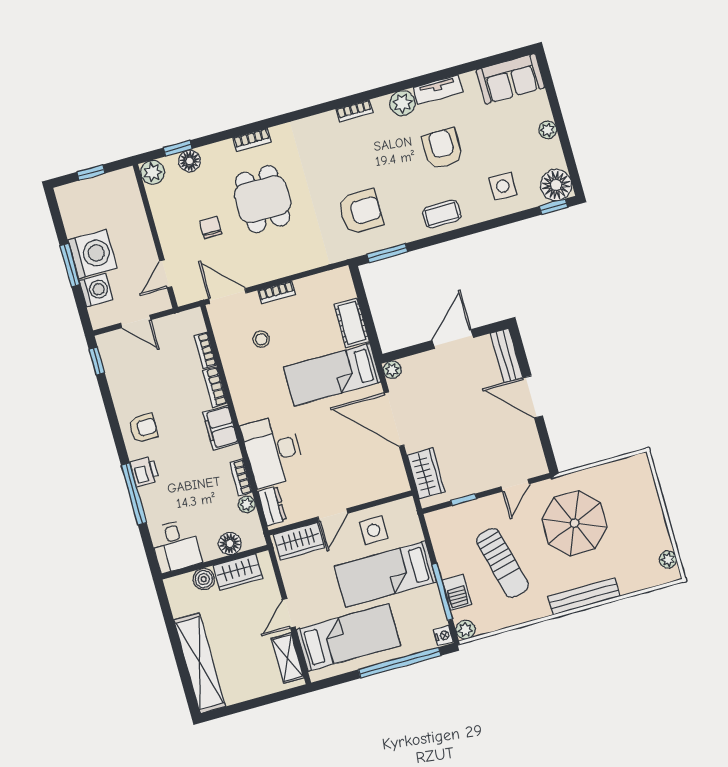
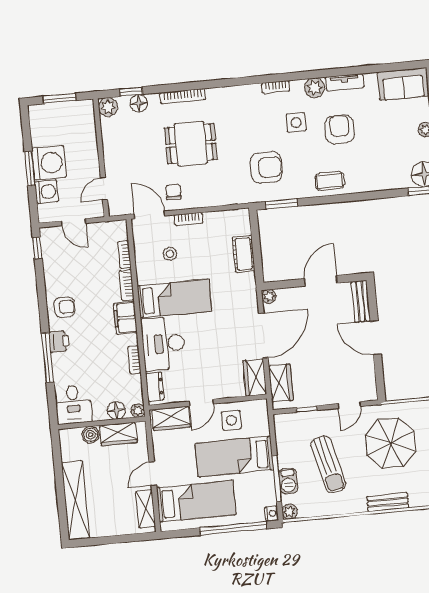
bookcase: (252, 140) -> (183, 96), width x1.56
window: (91, 173) -> (59, 98), width x1.50
side table: (503, 186) -> (296, 123), moved
dining table: (263, 199) -> (191, 144), turned 90
chair: (211, 227) -> (173, 192), moved
bed: (332, 375) -> (175, 298), moved, turned 180
door: (394, 419) -> (263, 336), swing flipped
wardrobe: (393, 473) -> (255, 378), added
plant: (247, 504) -> (138, 411), moved
bench: (584, 596) -> (388, 502), width x0.73

